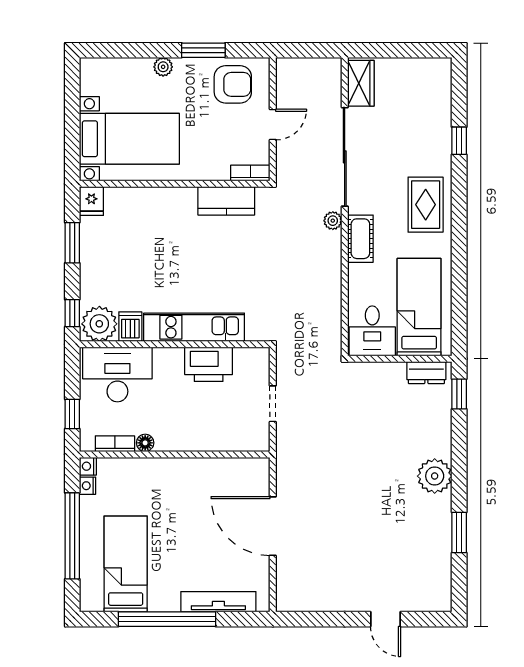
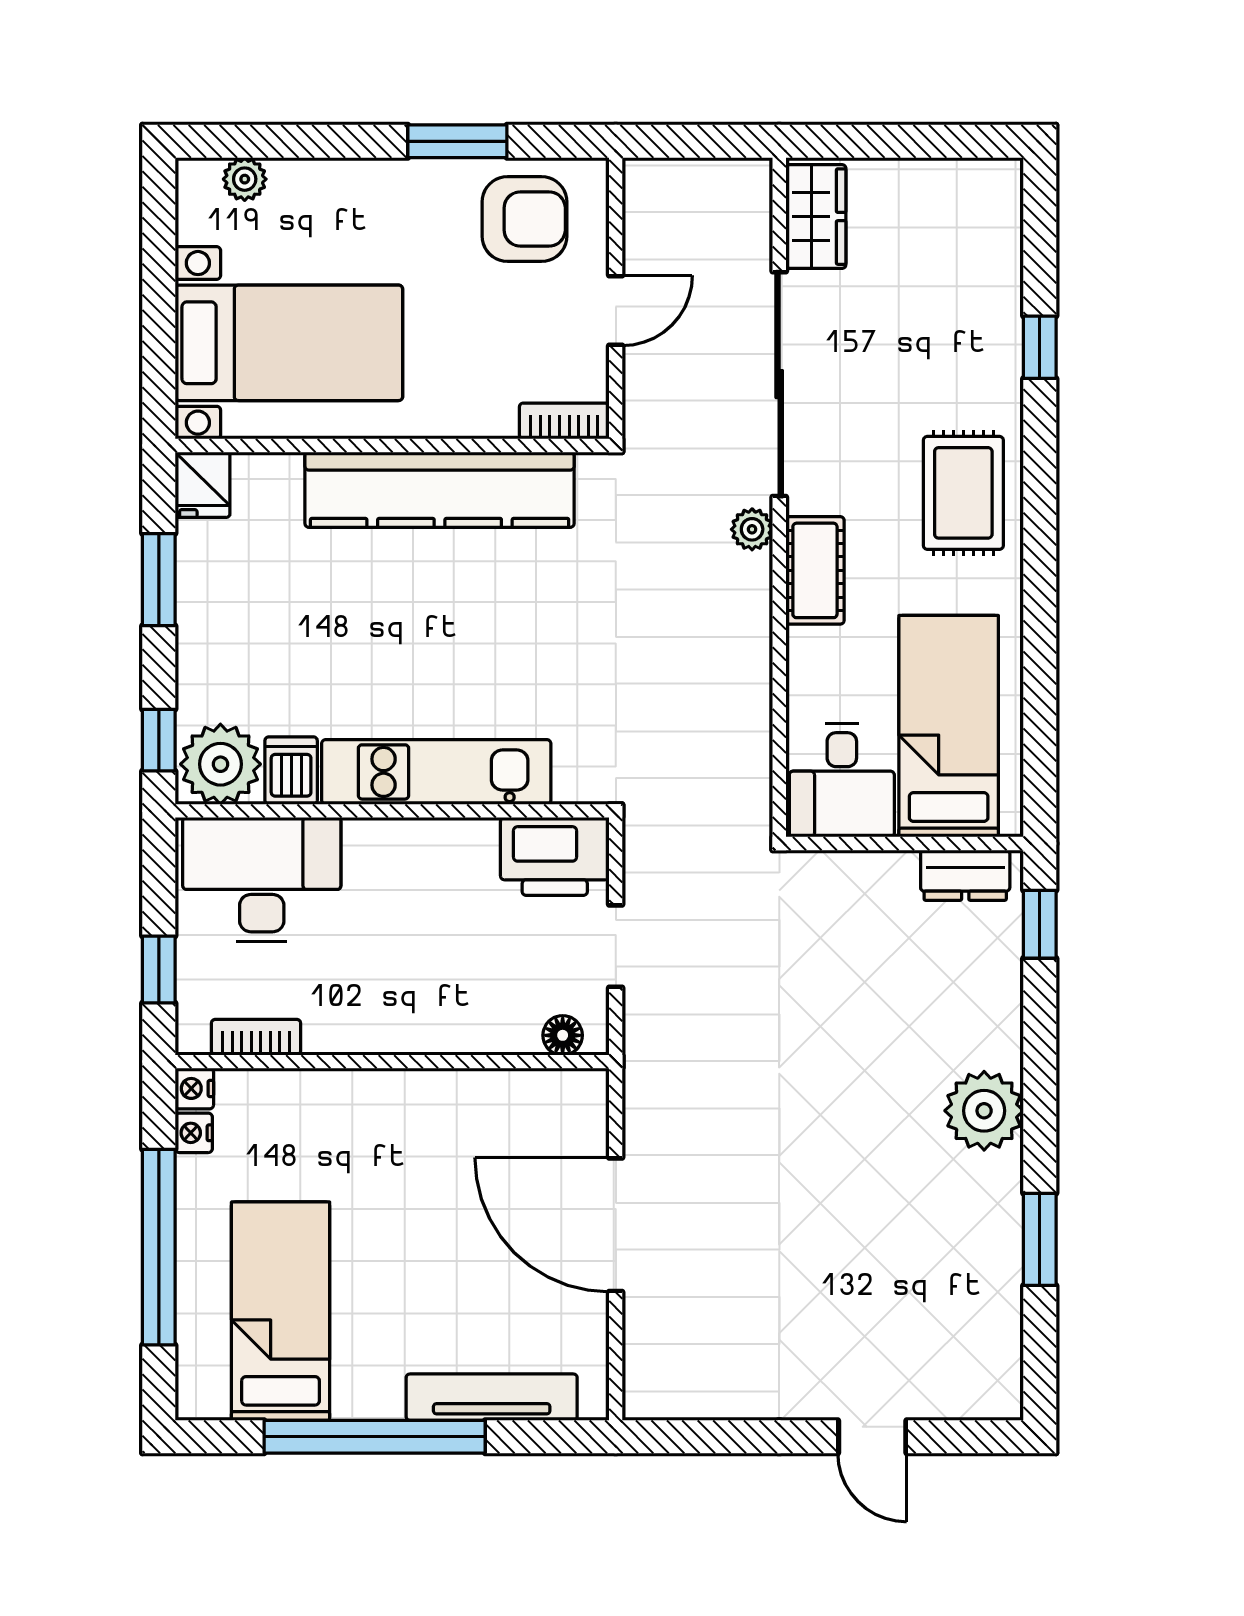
plant: (163, 67) -> (245, 179), moved
kitchen counter: (226, 201) -> (440, 490), width x2.08, depth x1.17
printer: (209, 364) -> (555, 856), moved
floor lamp: (145, 443) -> (563, 1035), moved

